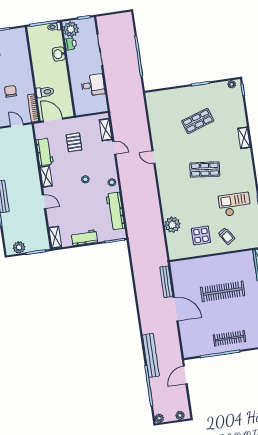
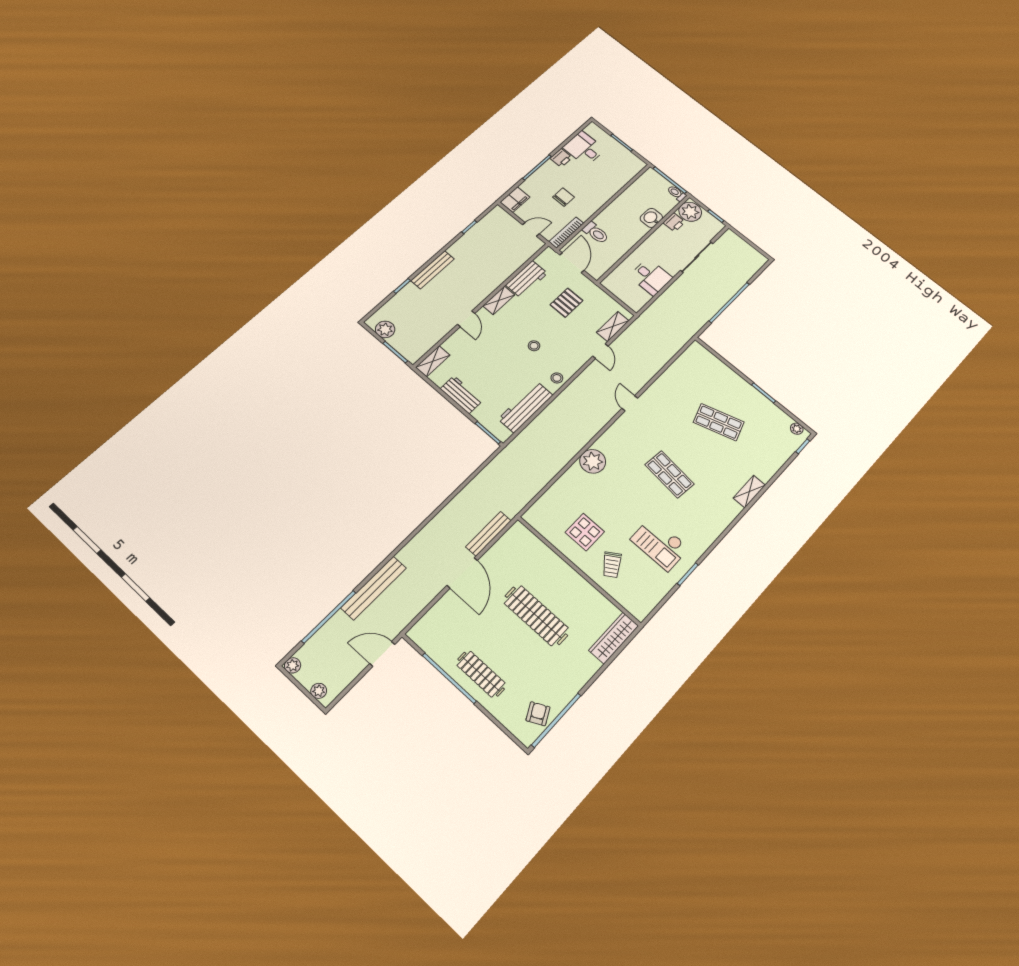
door: (17, 125) -> (531, 229), hinge flipped
checkout: (235, 204) -> (660, 544), turned 180
plant: (172, 225) -> (593, 461), moved

